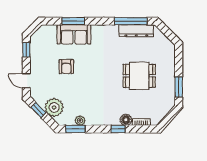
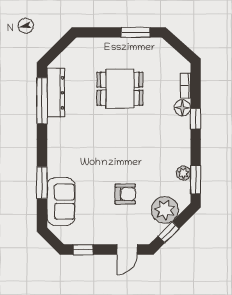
sofa: (74, 34) -> (61, 202), moved
armchair: (66, 67) -> (125, 194), moved
dining table: (139, 76) -> (120, 89), turned 90

